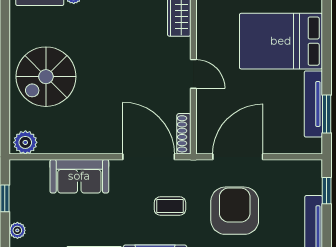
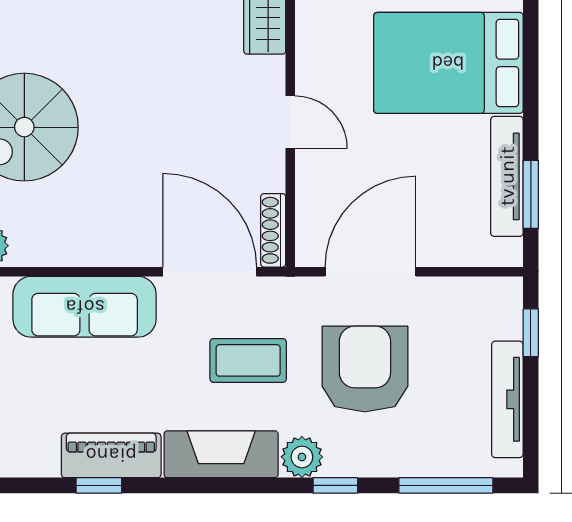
sofa: (79, 176) -> (85, 307), width x1.36
coffee table: (170, 206) -> (248, 360), width x1.36, depth x1.30

